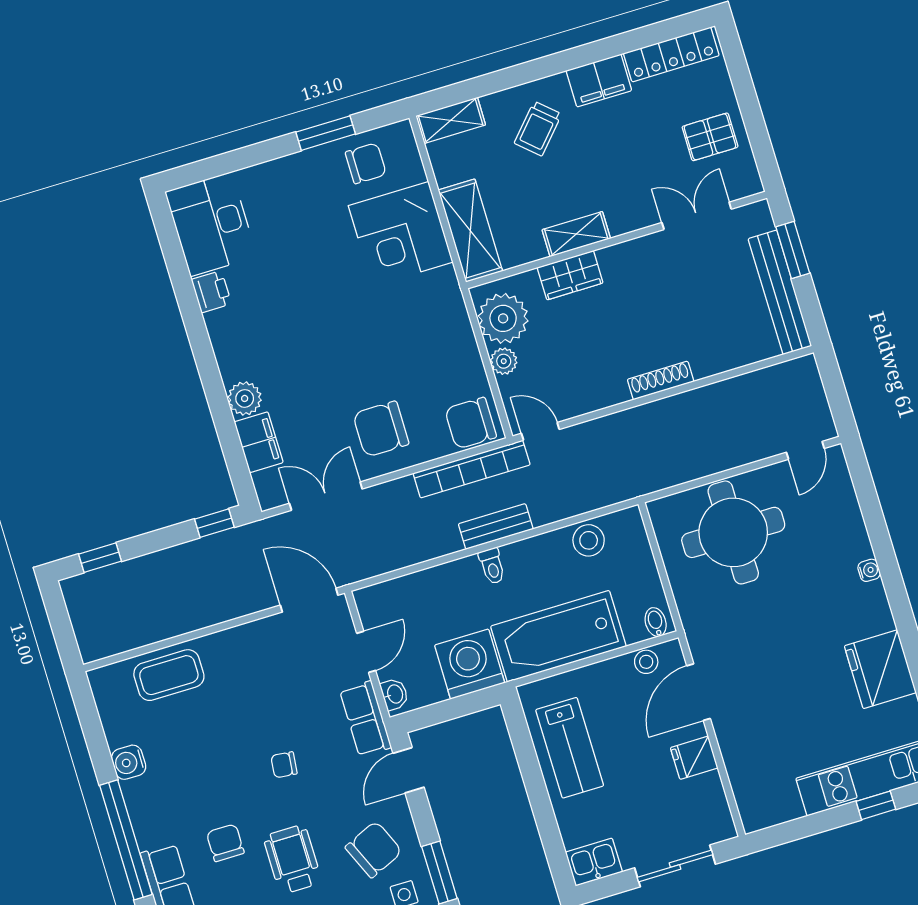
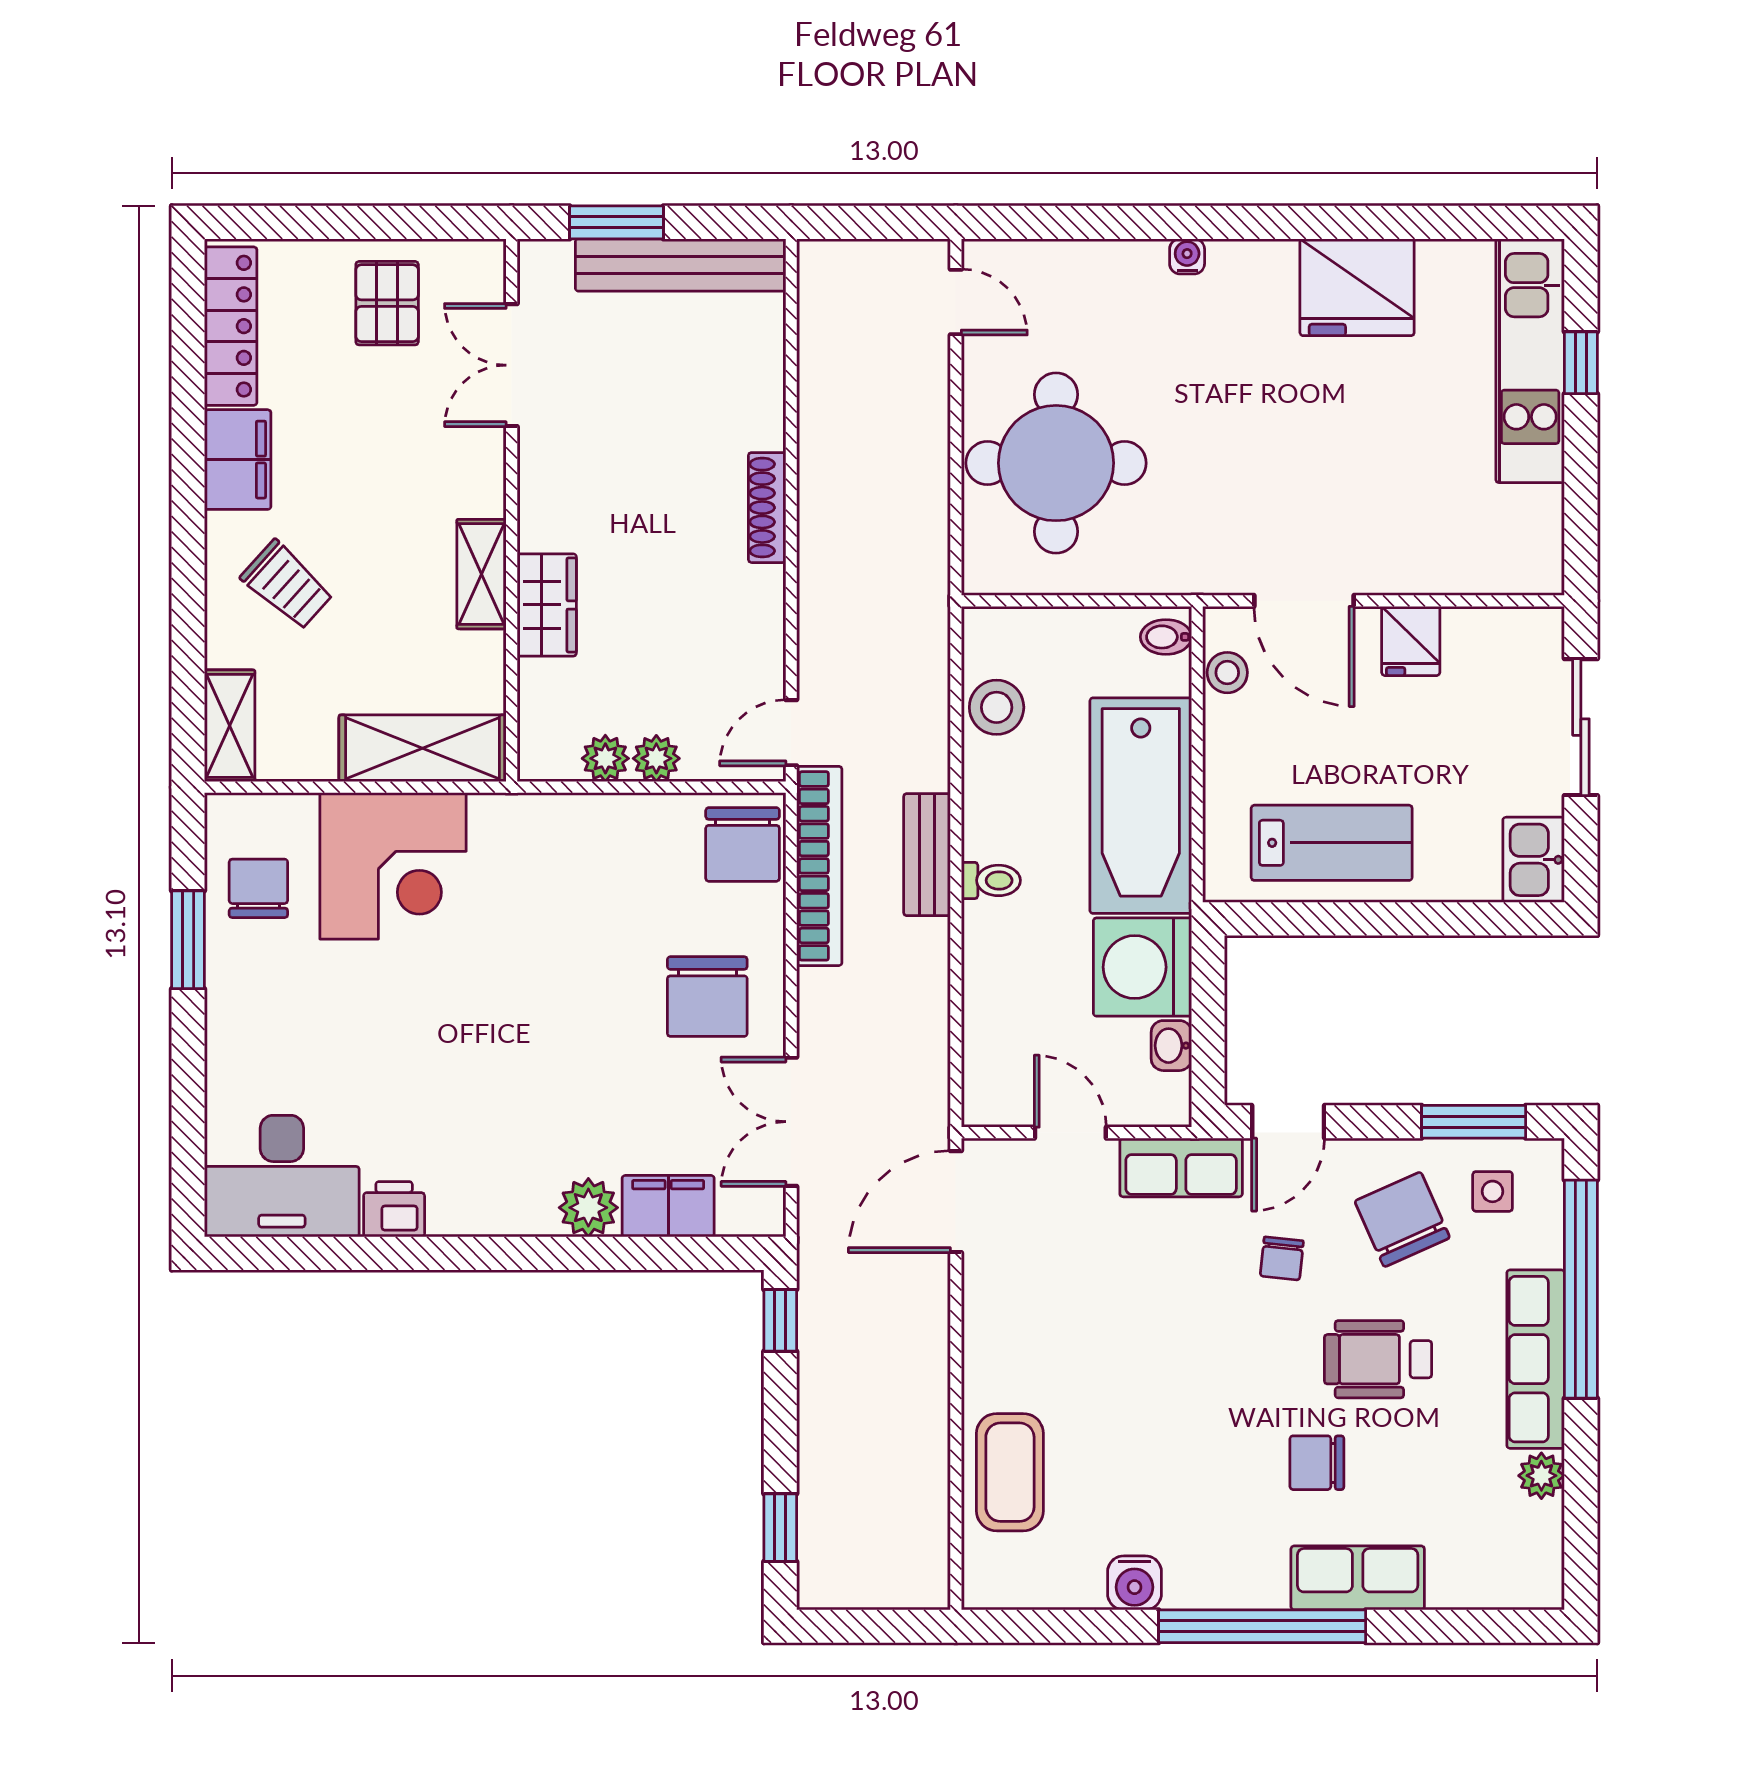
plant: (503, 318) -> (605, 758), width x0.53, depth x0.53
washbasin: (394, 694) -> (1171, 1046), moved, turned -90
chair: (284, 765) -> (1282, 1258), moved
door: (409, 770) -> (1288, 1122), hinge flipped

